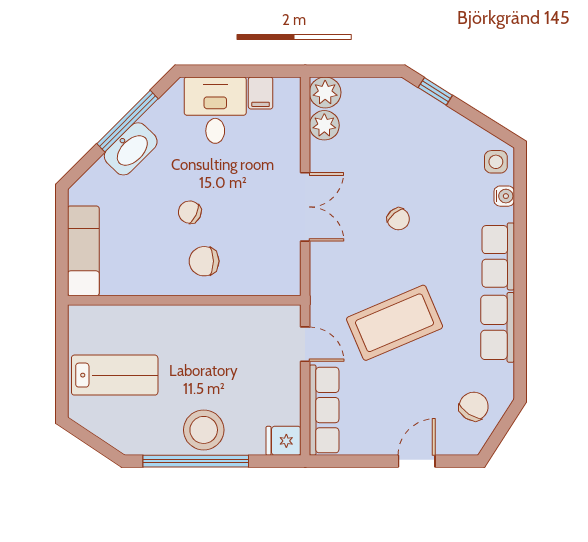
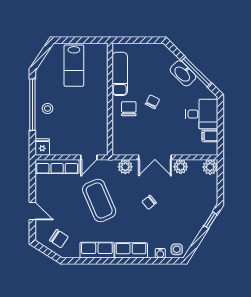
plant: (324, 125) -> (181, 167), moved
exam couch: (83, 251) -> (120, 74), moved, turned -90
plant: (325, 269) -> (125, 167), added
stool: (204, 430) -> (47, 109), width x0.53, depth x0.53

